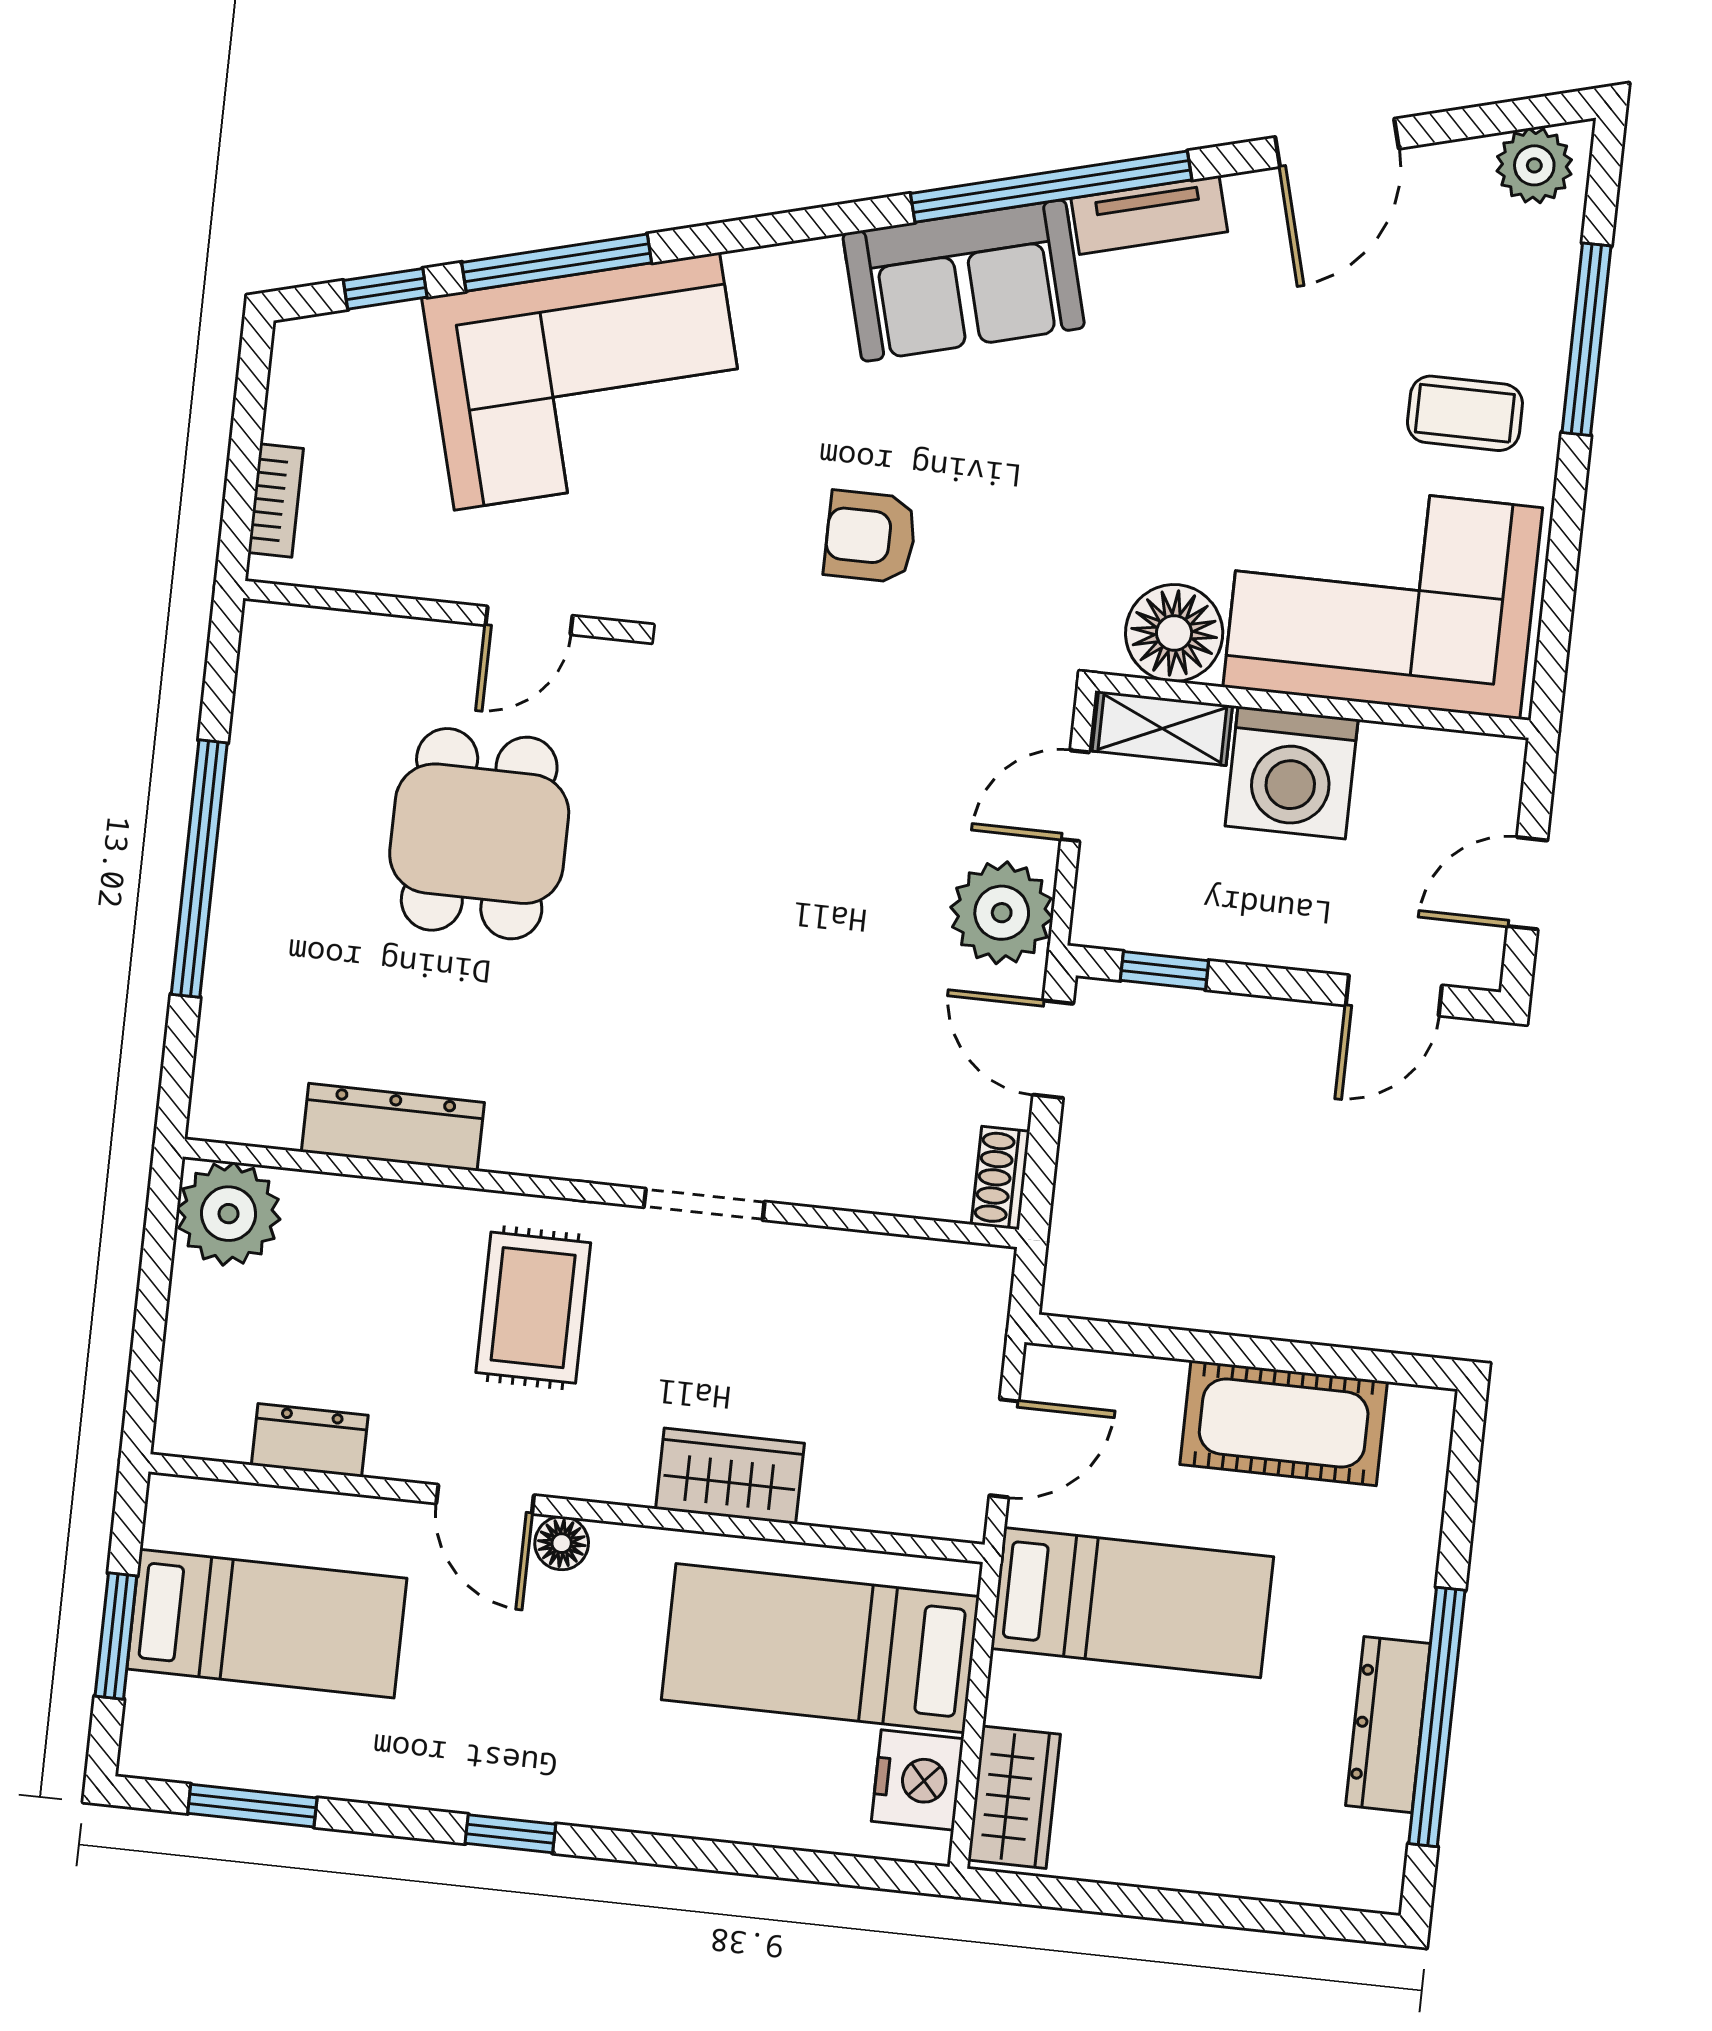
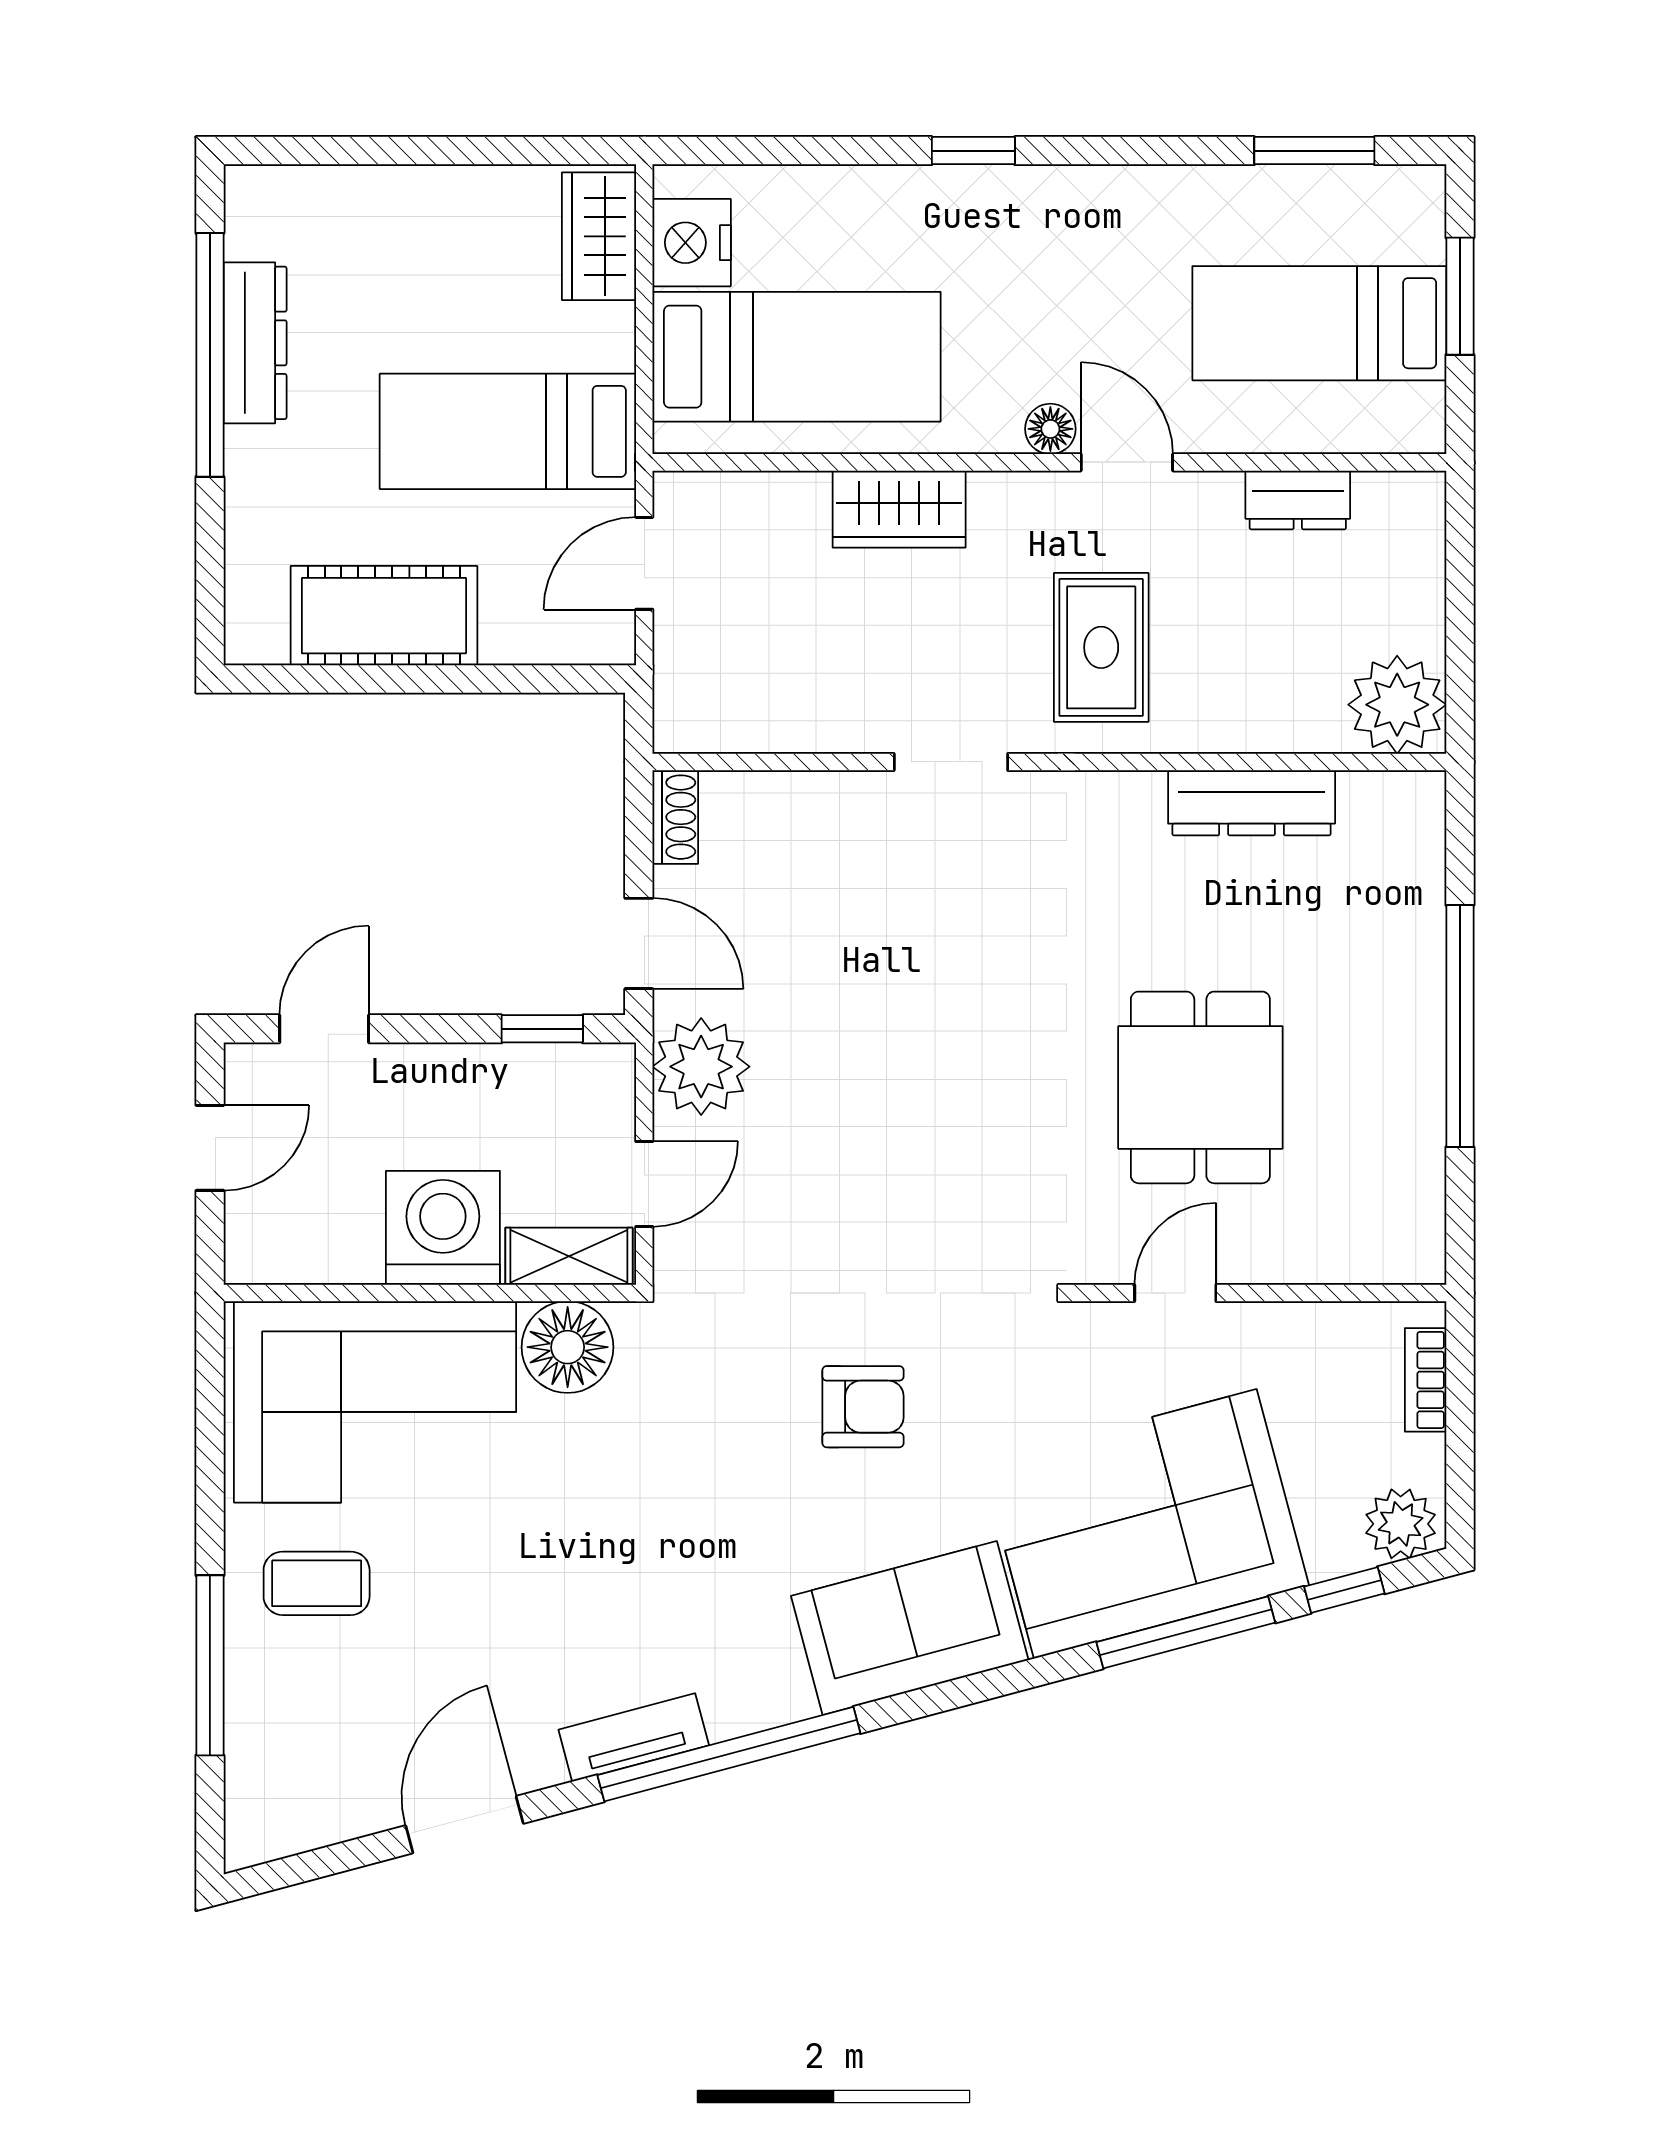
plant: (1534, 165) -> (1401, 1524), moved
sofa: (964, 281) -> (910, 1628), moved
window: (510, 1834) -> (973, 151), moved

